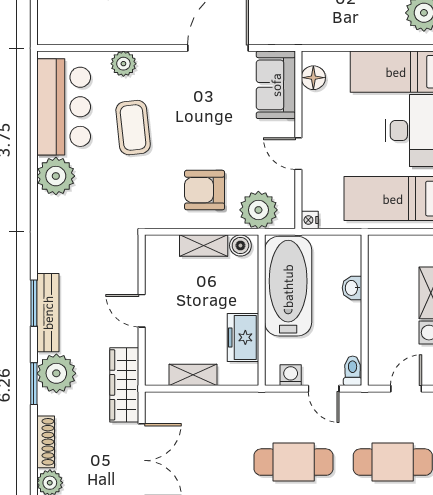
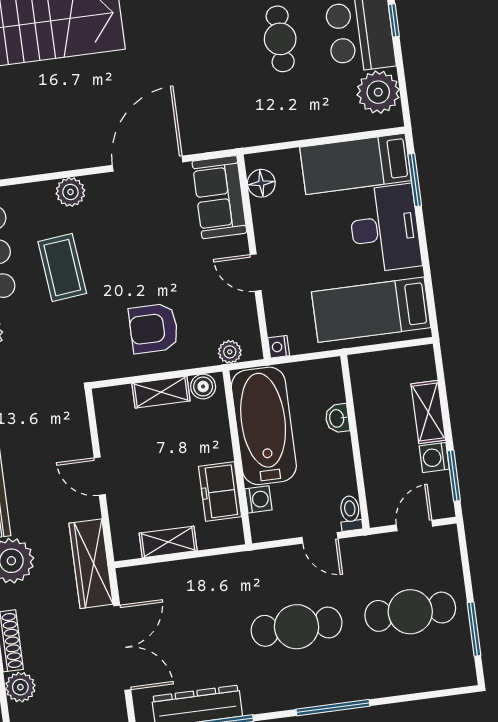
plant: (123, 64) -> (70, 192), moved
plant: (258, 210) -> (230, 352), width x0.53, depth x0.53
washing machine: (291, 375) -> (258, 499), moved, turned 90

